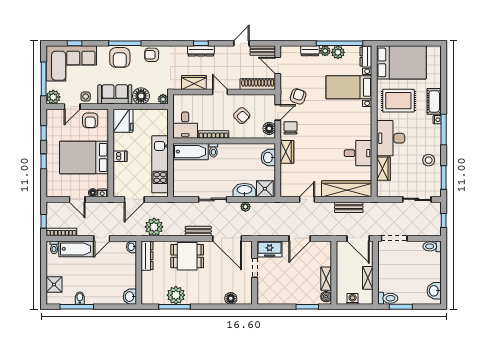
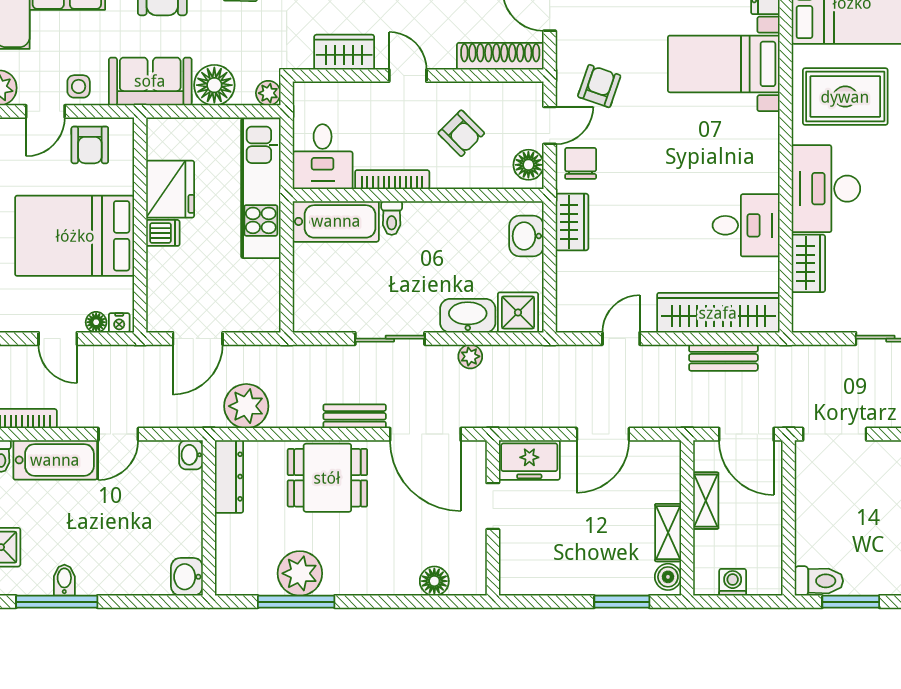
fridge: (123, 121) -> (170, 189), moved
kitchen unit: (160, 164) -> (261, 188), moved
shelving: (368, 278) -> (706, 501), moved

